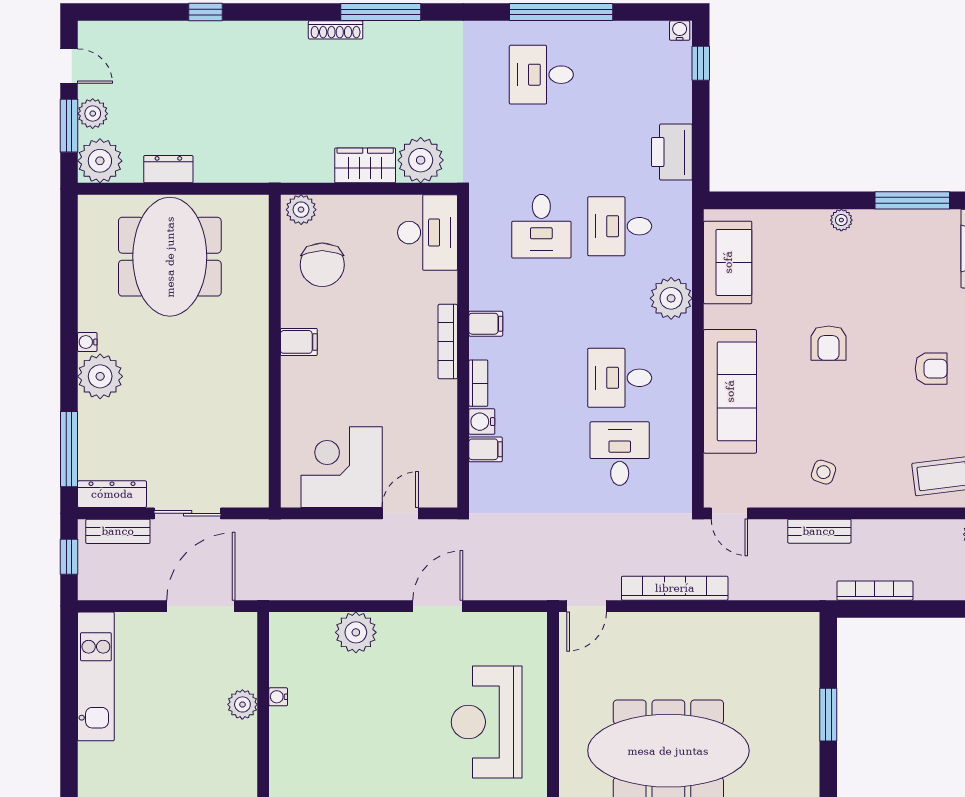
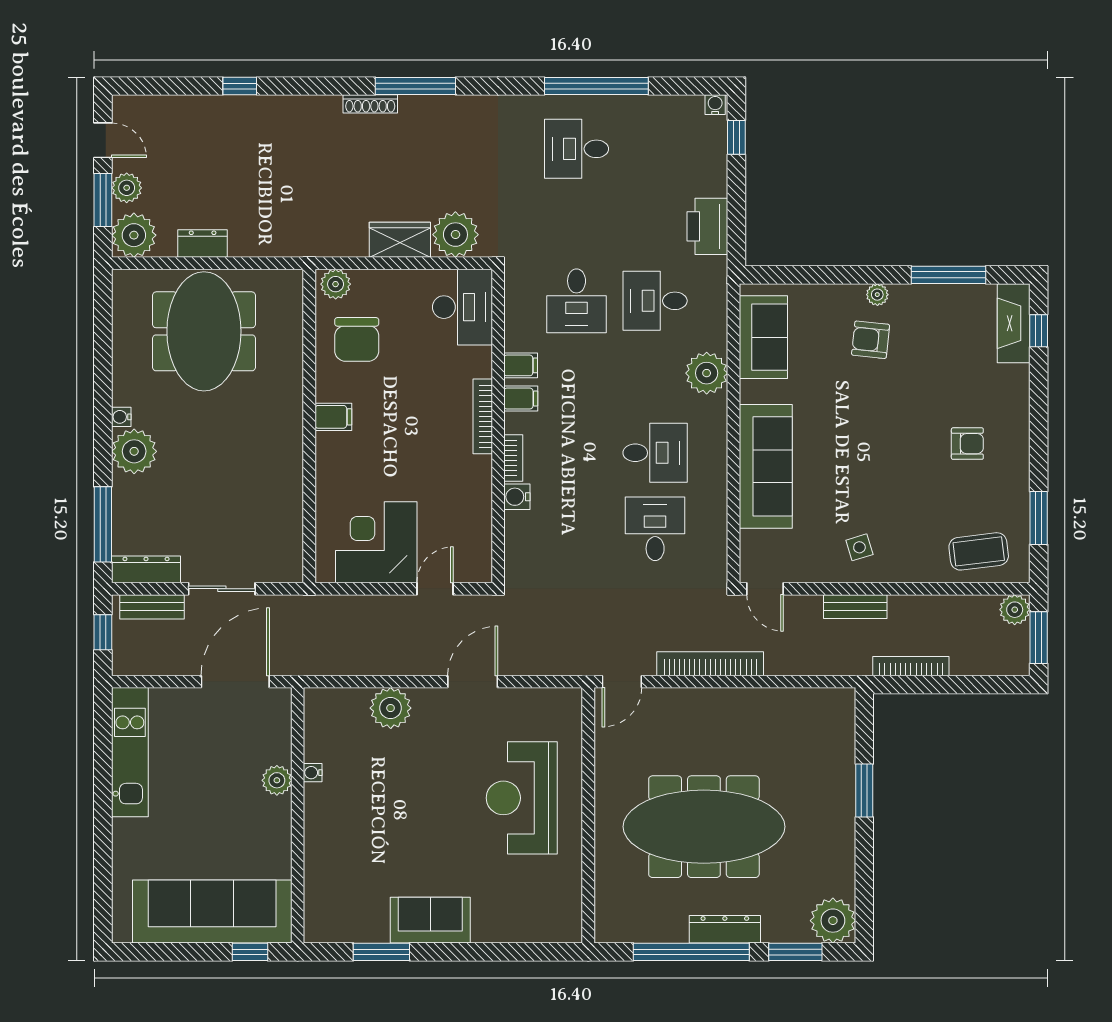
armchair: (829, 343) -> (871, 340), moved, turned 96
desk: (620, 378) -> (655, 453), turned 180
filing cabinet: (486, 449) -> (521, 365), moved
side table: (823, 472) -> (859, 547), turned -36

